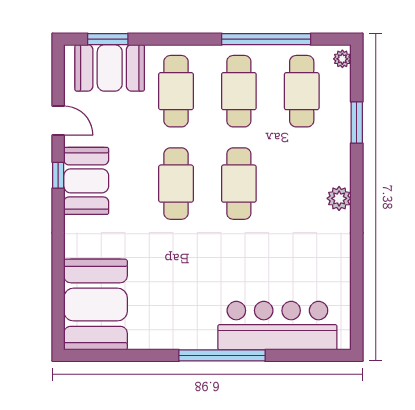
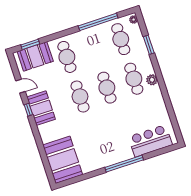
cafe table: (239, 91) -> (134, 79), moved
bar counter: (277, 326) -> (150, 141), width x0.73

